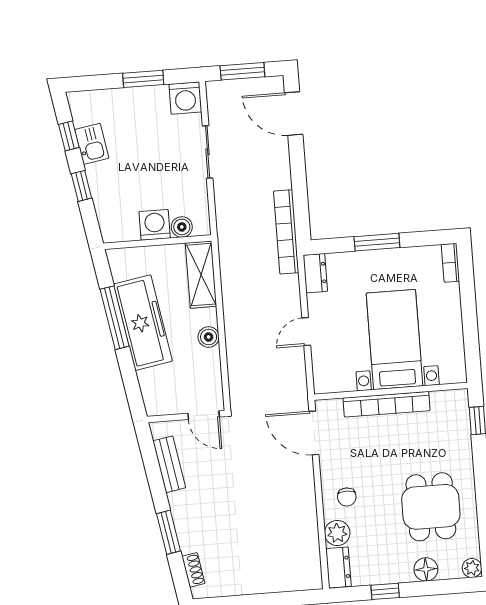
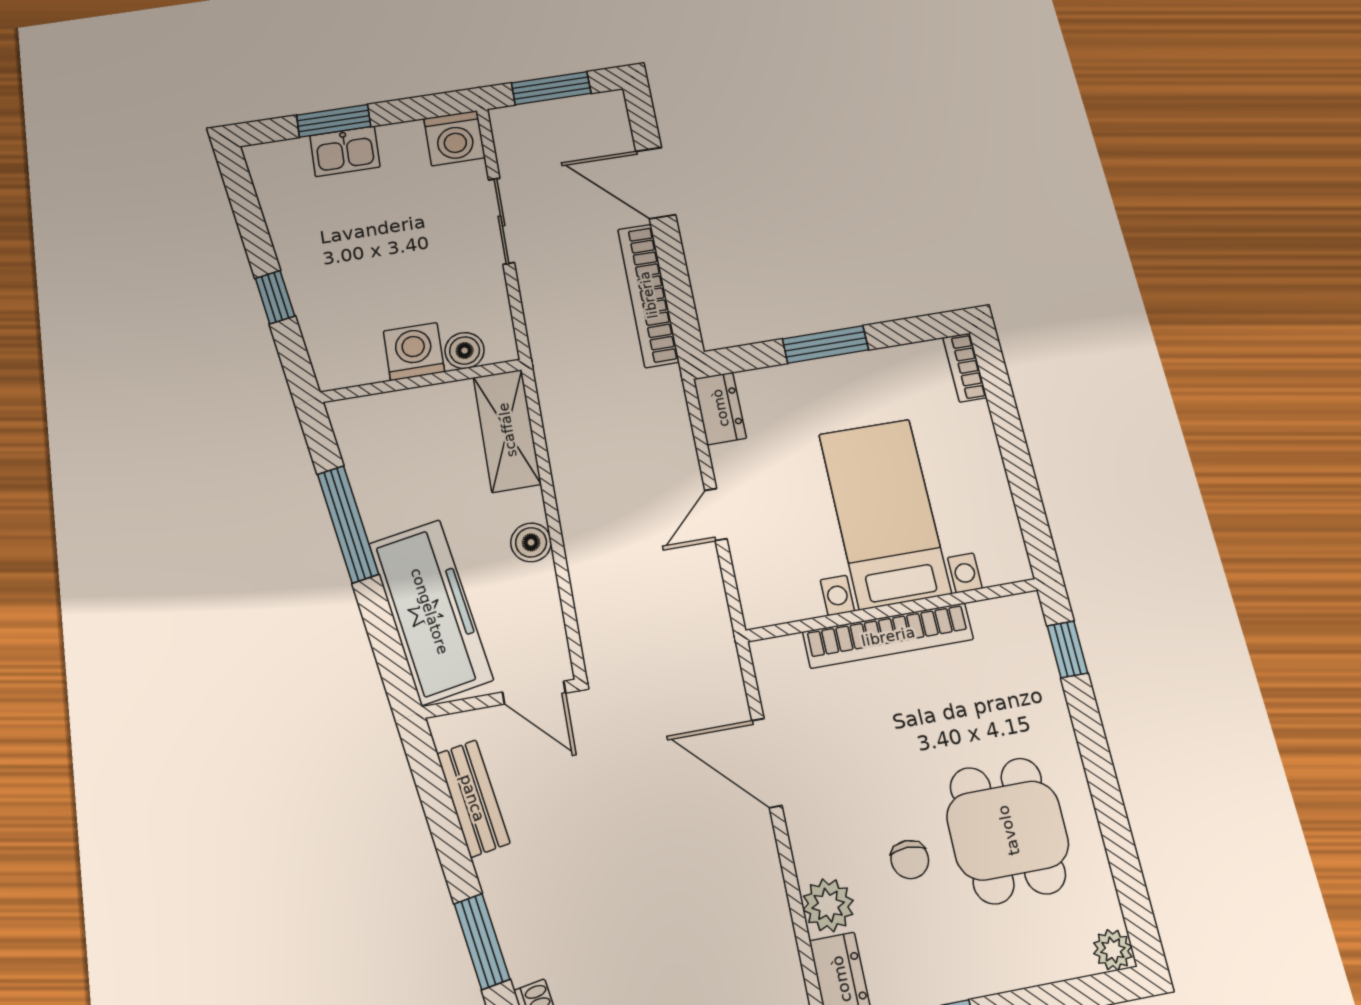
window: (143, 79) -> (334, 121), moved
door: (294, 114) -> (656, 183), moved
window: (69, 136) -> (249, 216), removed
kitchen sink: (92, 144) -> (345, 151), moved, turned 100
bookcase: (286, 232) -> (648, 295), moved
freezer: (143, 323) -> (430, 611), moved
door: (314, 433) -> (767, 763), moved
chair: (347, 497) -> (910, 860), moved
floor lamp: (426, 569) -> (1020, 963), removed

